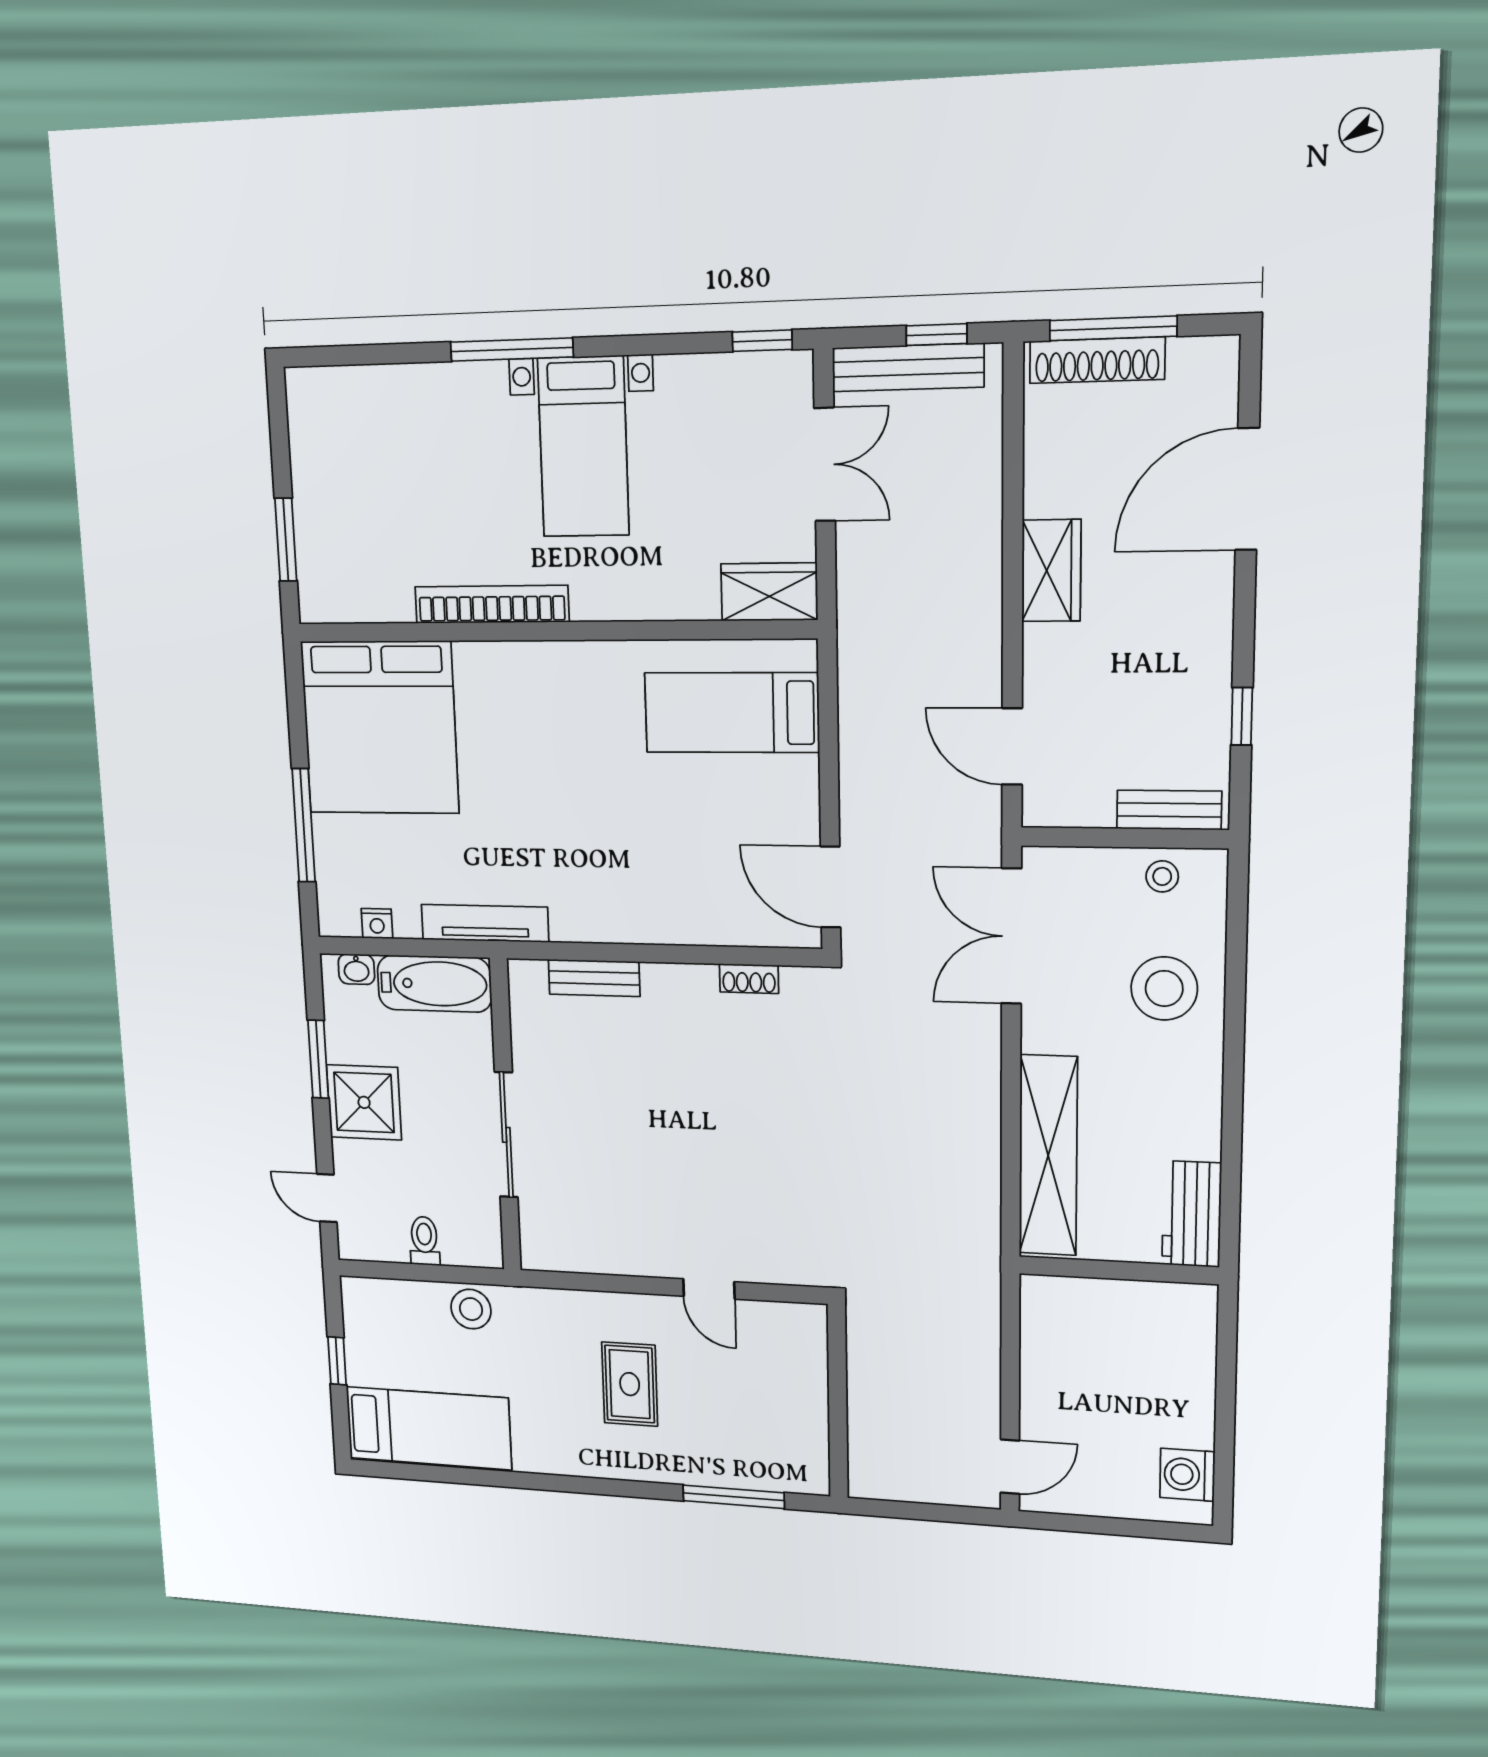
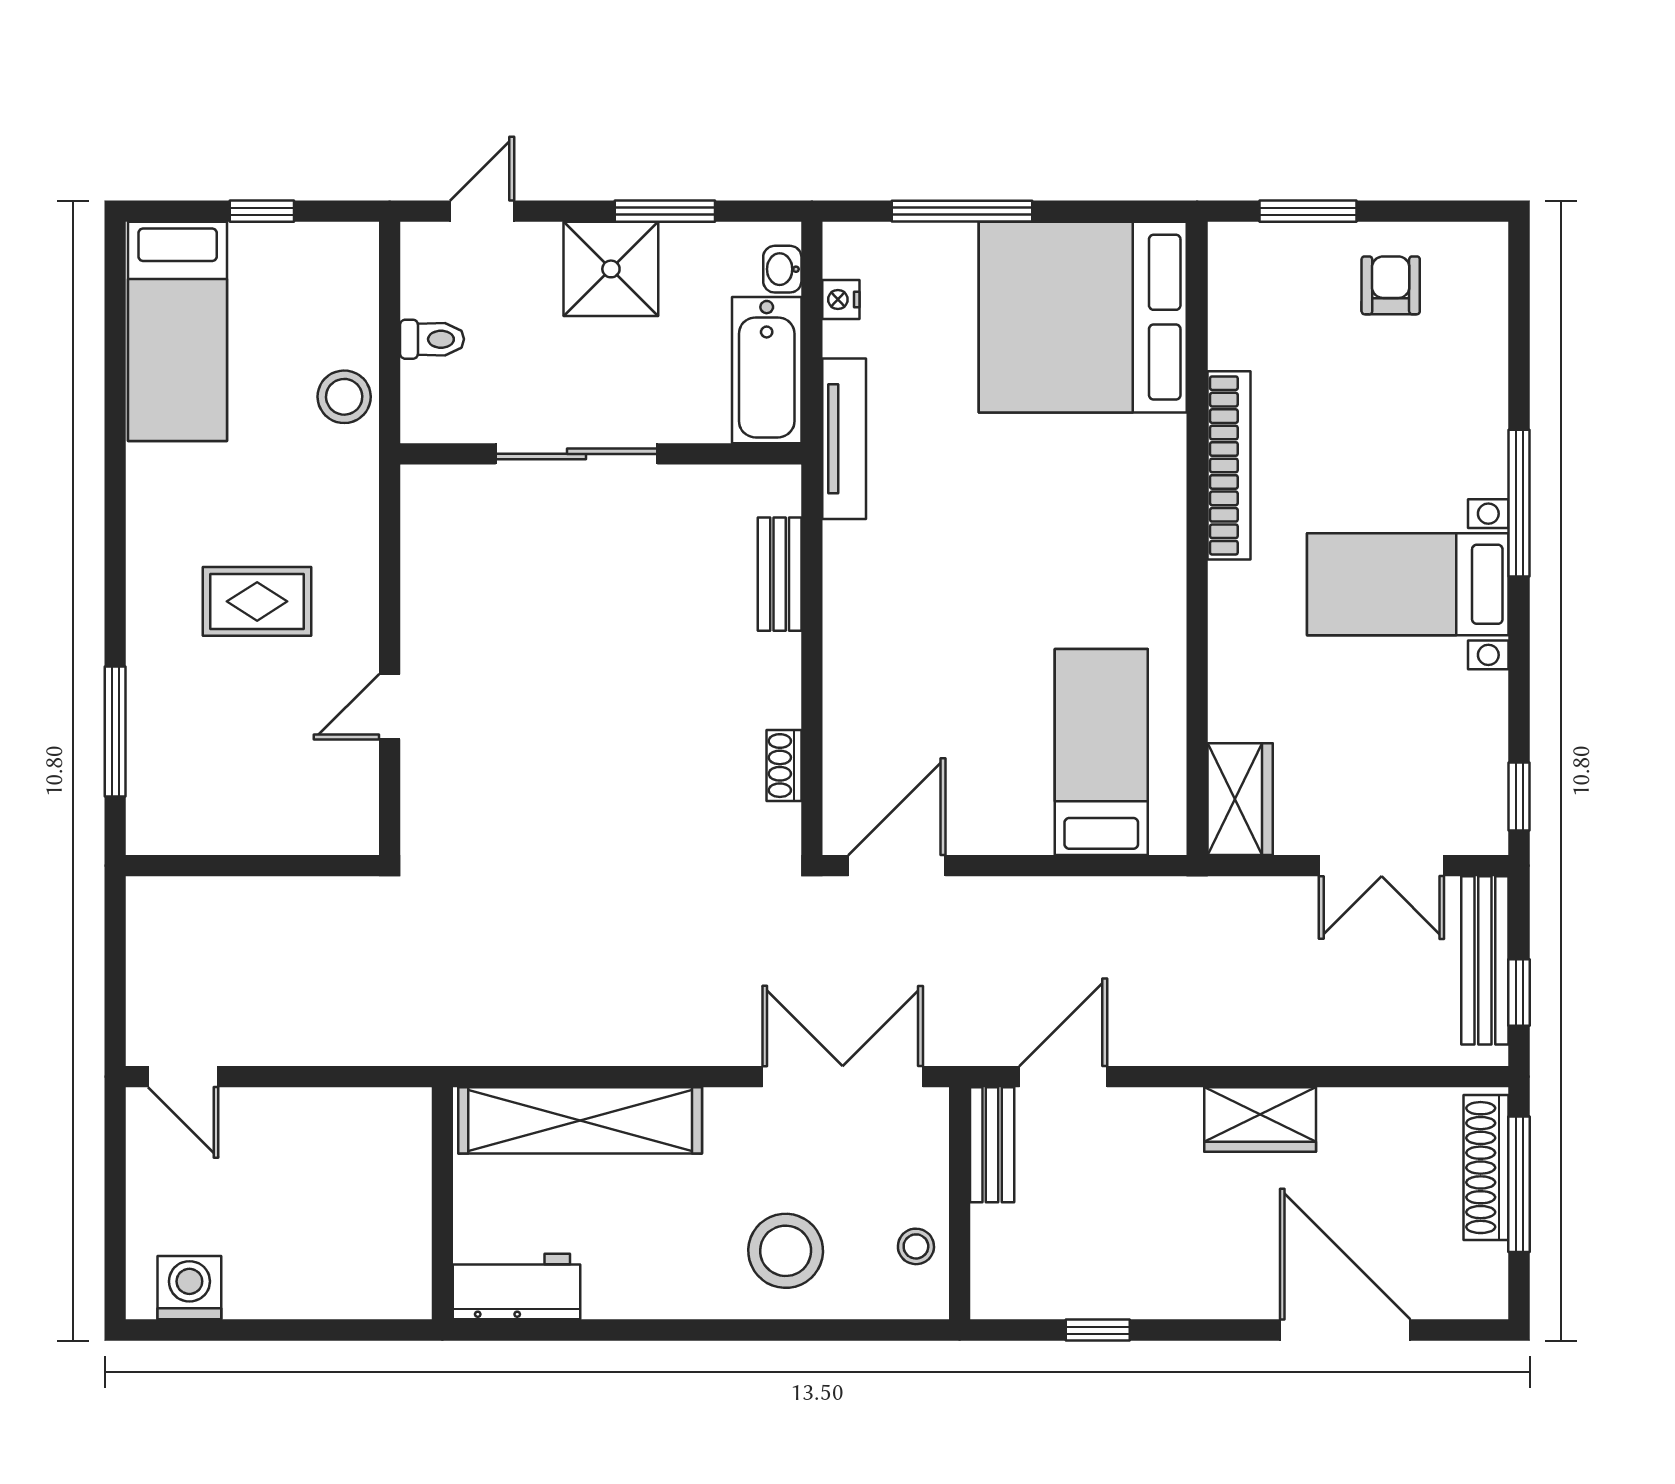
armchair: (340, 468) -> (1391, 285), added
bench: (1169, 810) -> (992, 1145), moved

